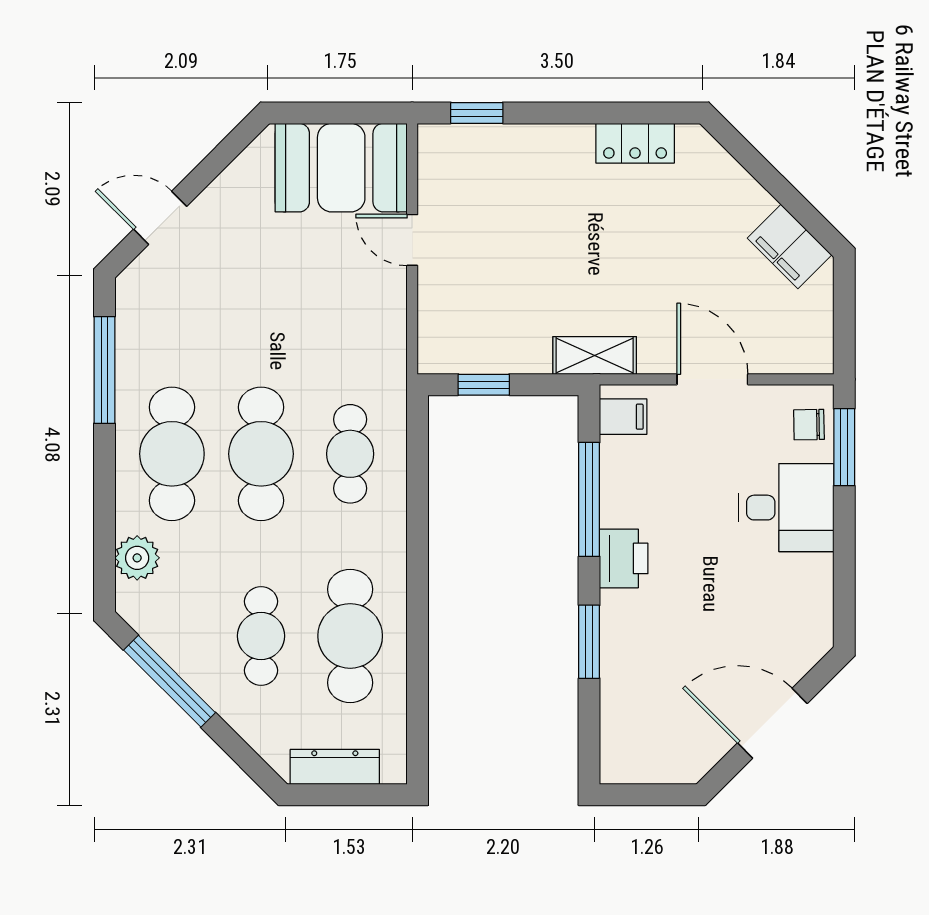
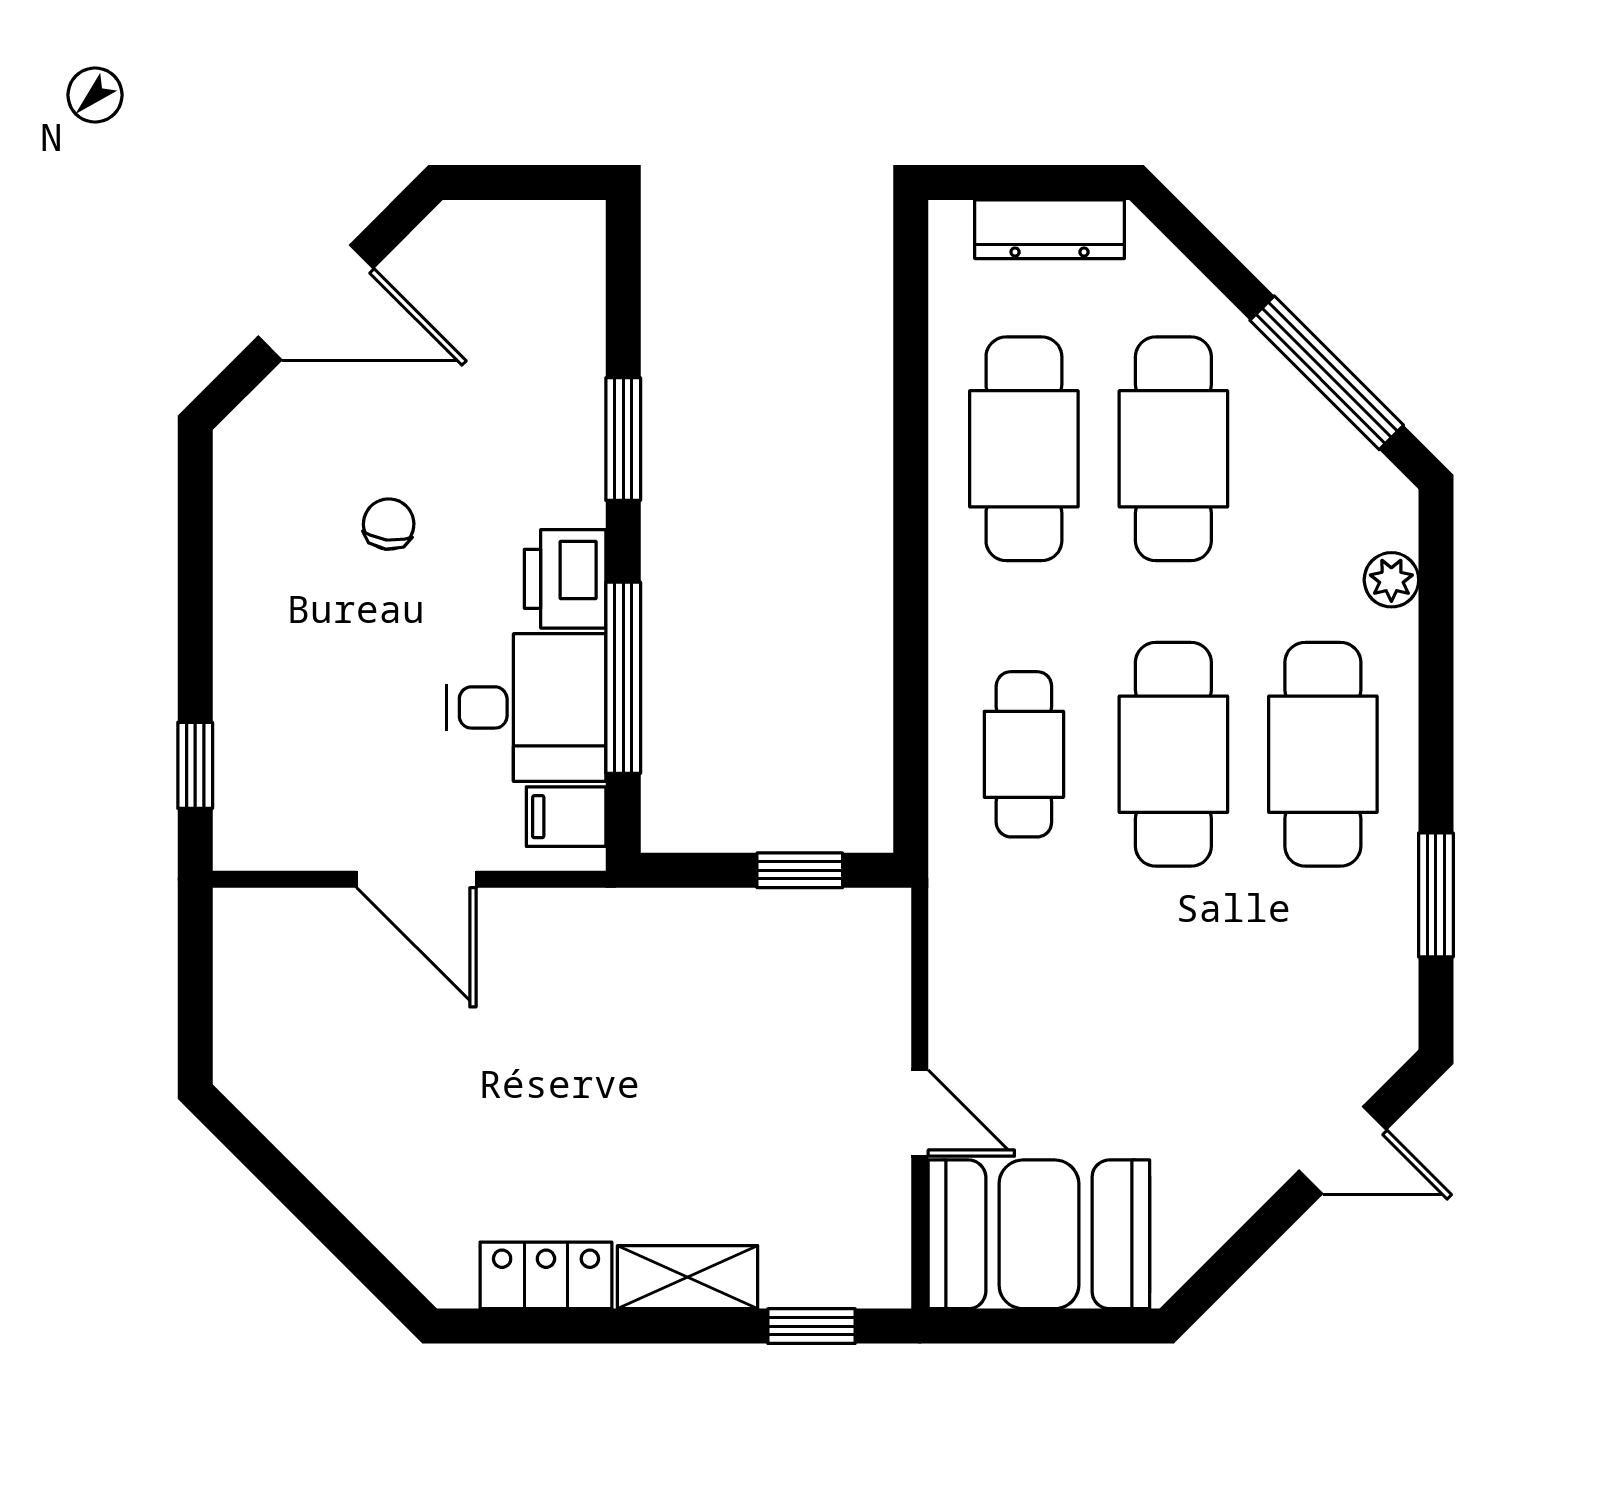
filing cabinet: (789, 246) -> (287, 1102), removed
shelving: (595, 356) -> (688, 1277), moved
window: (104, 370) -> (1436, 895), width x0.69
chair: (809, 425) -> (389, 524), moved, turned -82
window: (844, 447) -> (195, 765), width x0.67
desk: (786, 508) -> (526, 707), moved, turned 180
plant: (137, 558) -> (1391, 580), width x0.73, depth x0.73
cafe table: (261, 636) -> (1173, 449), width x1.37, depth x1.35

